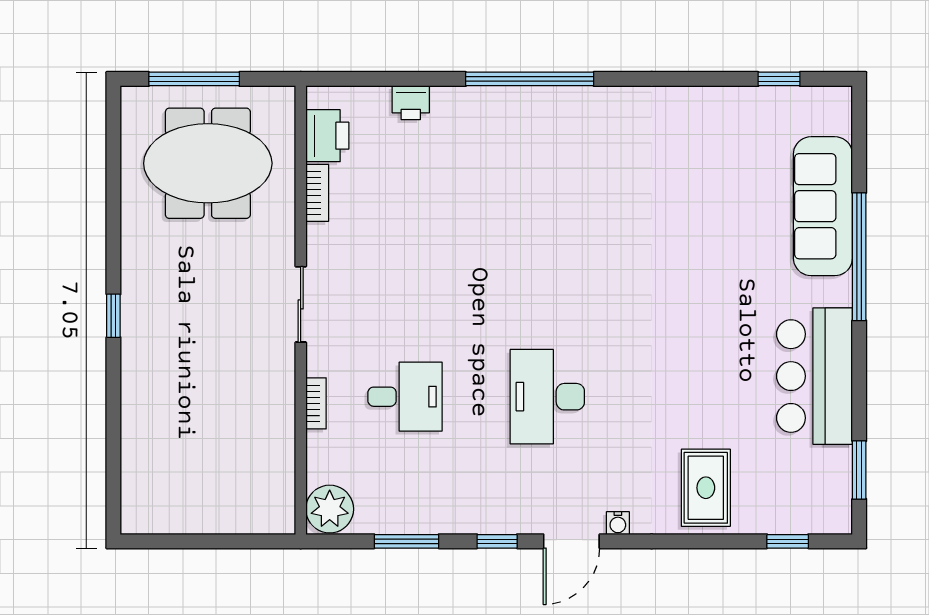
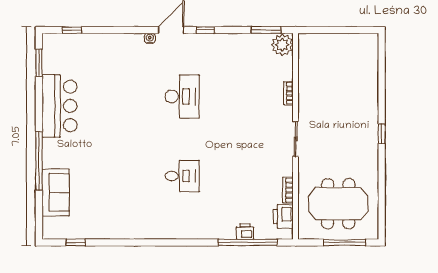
window: (530, 79) -> (248, 242), moved
sofa: (823, 206) -> (56, 192), width x0.73
desk: (405, 397) -> (182, 176), moved, turned 180
rug: (706, 488) -> (109, 55), removed
window: (407, 541) -> (266, 30), moved

